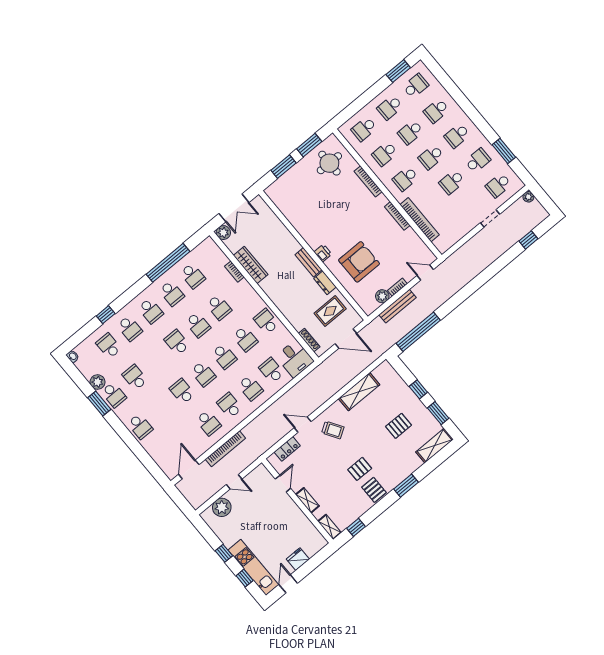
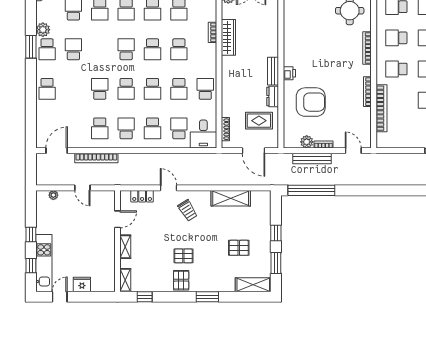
plant: (222, 507) -> (53, 195), width x0.53, depth x0.53

